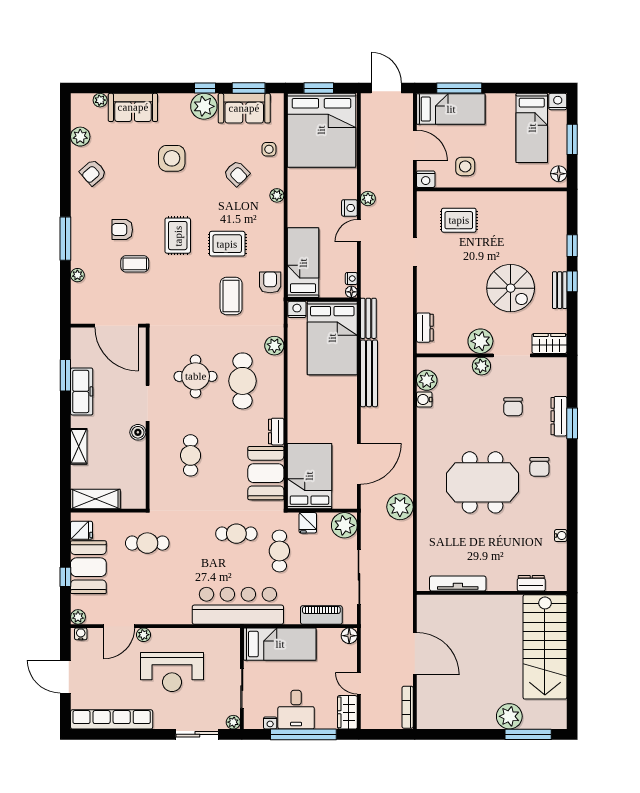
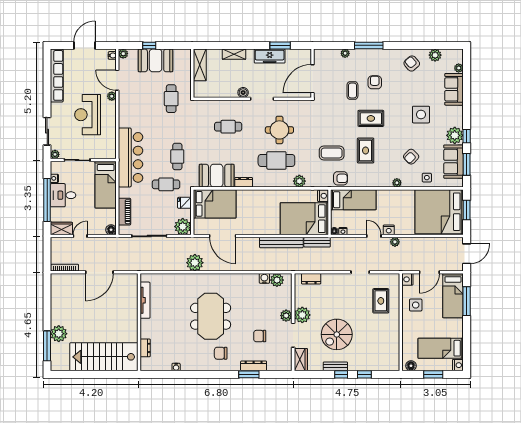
fridge: (82, 530) -> (180, 56), removed

